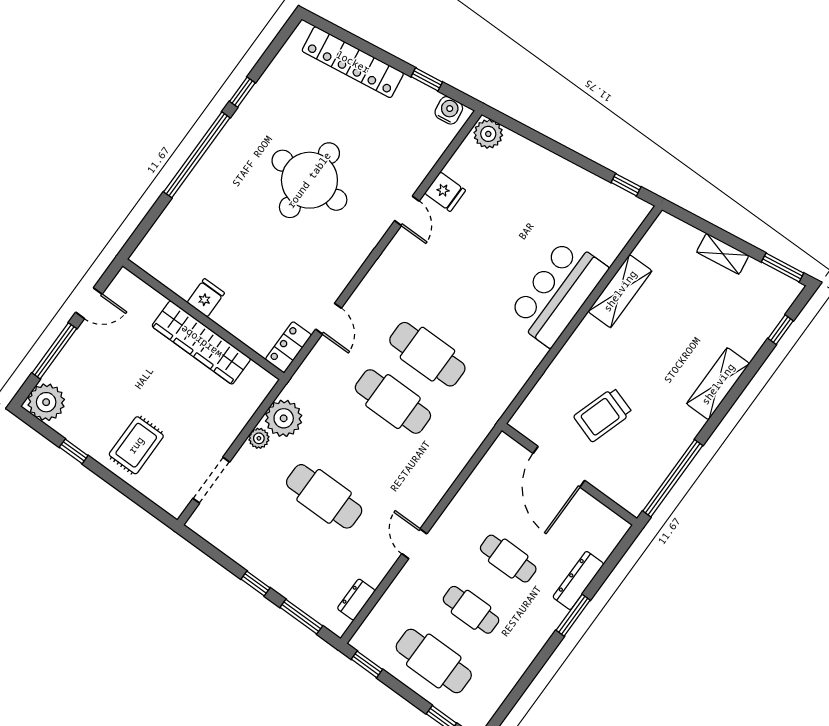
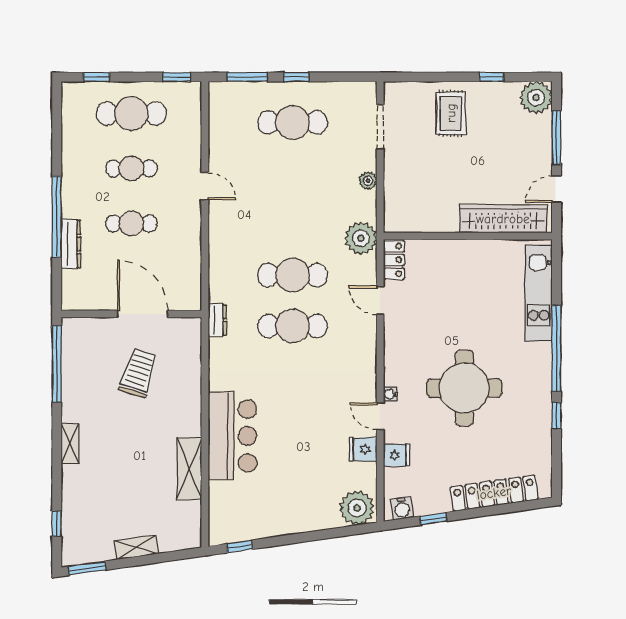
plant: (488, 134) -> (357, 508), width x1.36, depth x1.36
kitchen unit: (176, 218) -> (539, 293), added
water cooler: (382, 225) -> (390, 394), added
fridge: (206, 298) -> (397, 455), moved, turned -90
wardrobe: (201, 342) -> (503, 219), moved
shelving: (718, 384) -> (70, 444), width x0.67, depth x0.75
plant: (284, 418) -> (361, 238), moved
cafe table: (324, 496) -> (293, 122), moved
dresser: (356, 599) -> (217, 320), moved
window: (573, 615) -> (57, 217), width x2.11

